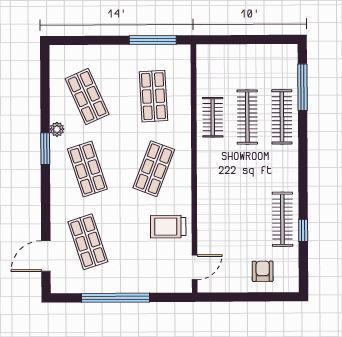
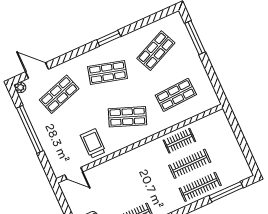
window: (153, 40) -> (195, 38), moved
plant: (57, 129) -> (20, 87), moved
shop shelf: (87, 169) -> (107, 72), turned 33

